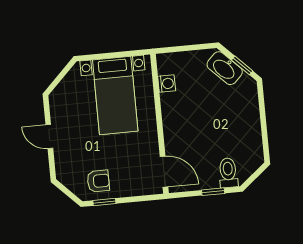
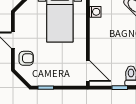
armchair: (98, 181) -> (26, 58), moved

